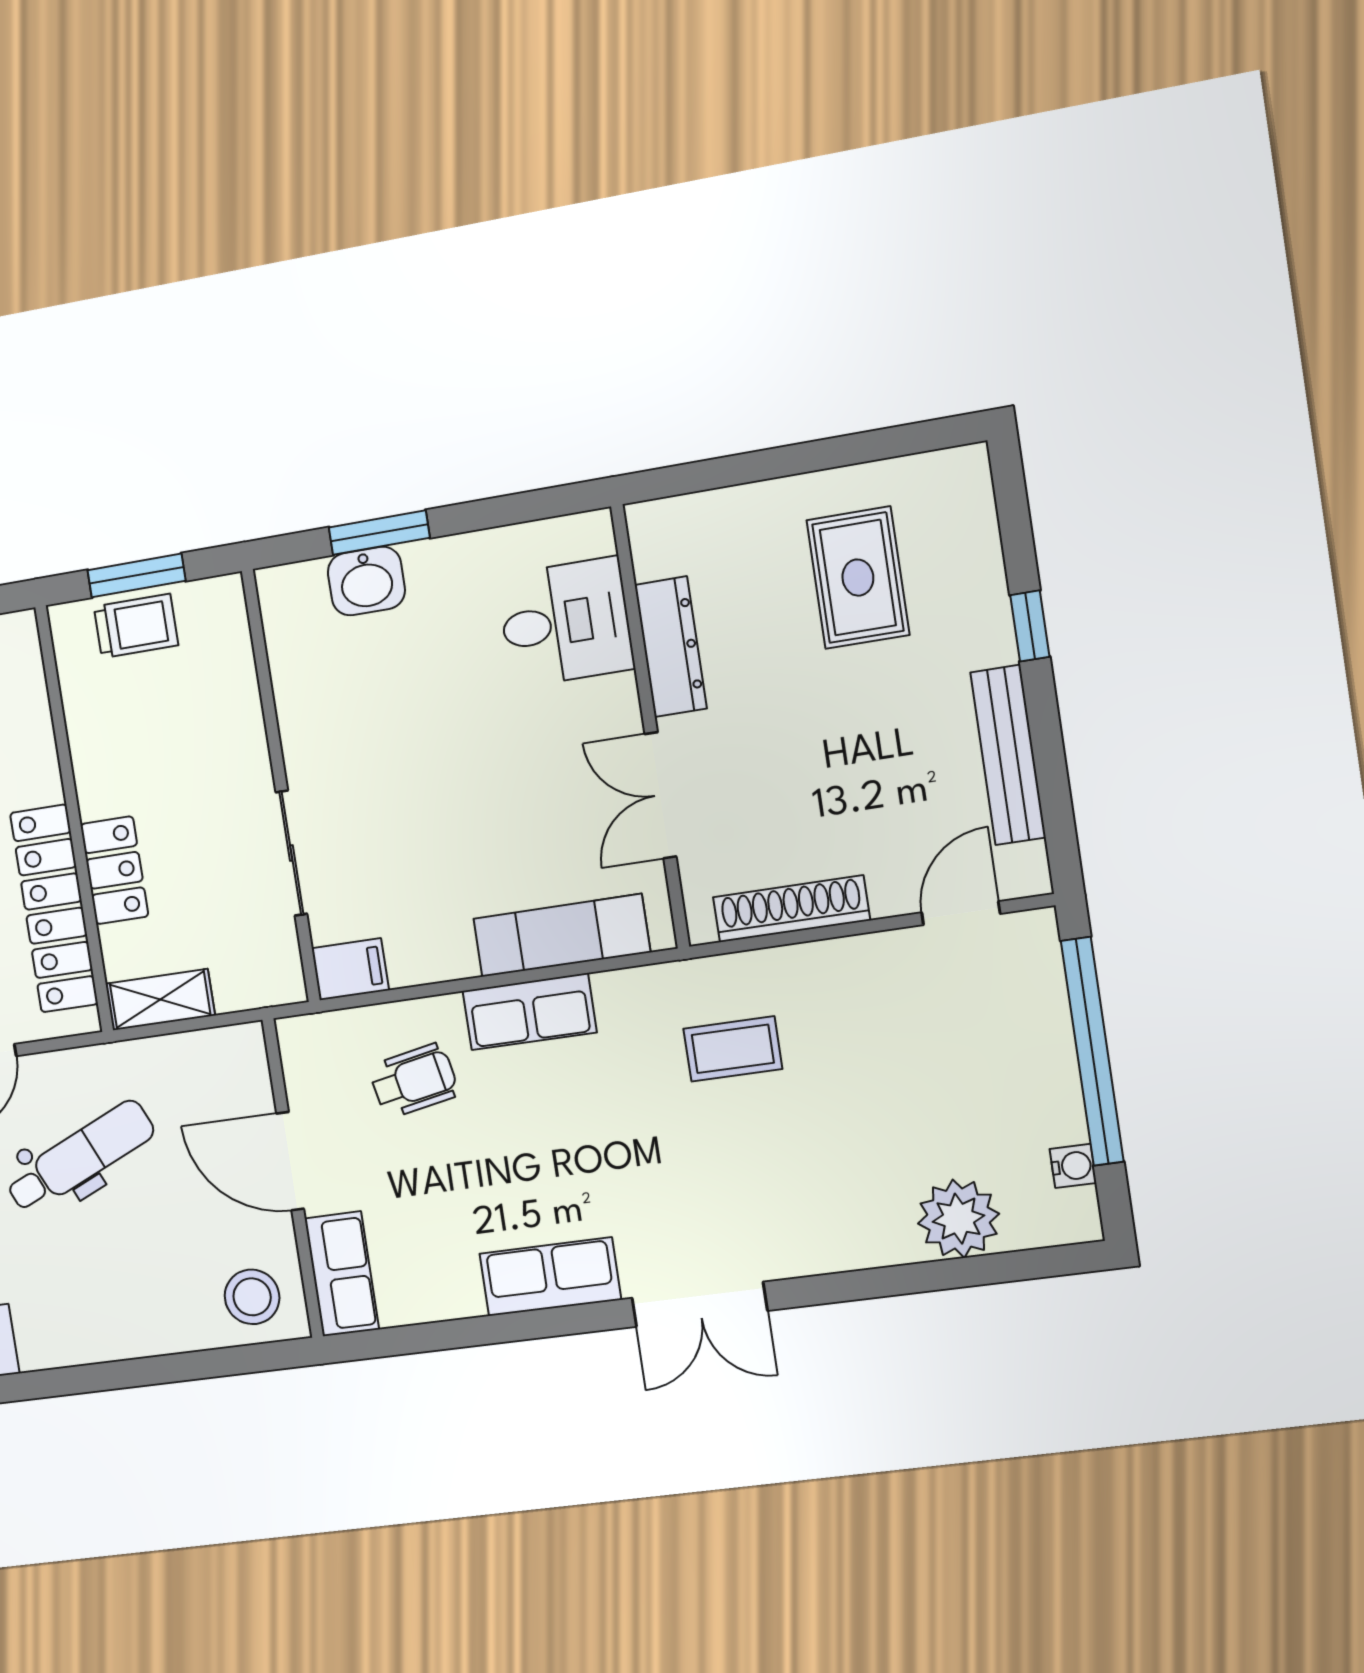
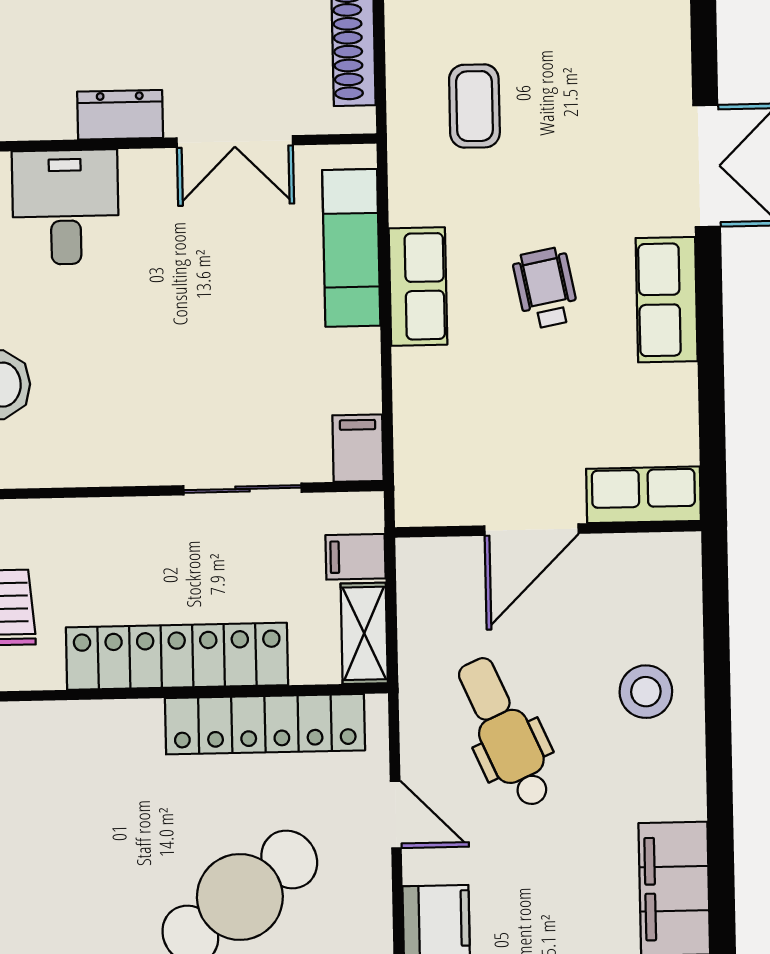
dresser: (671, 647) -> (120, 115), width x0.70
locker: (114, 870) -> (177, 656), width x2.16, depth x1.21
filing cabinet: (237, 981) -> (355, 557), added
wheelchair: (414, 1081) -> (546, 288), moved
stool: (252, 1297) -> (646, 692), moved

